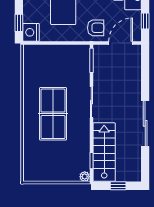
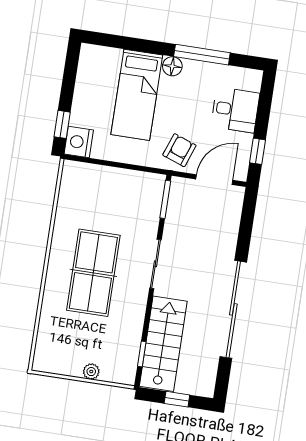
armchair: (96, 28) -> (179, 150), turned -70
sliding door: (145, 123) -> (233, 309), width x1.36
plant: (85, 177) -> (91, 372), moved

